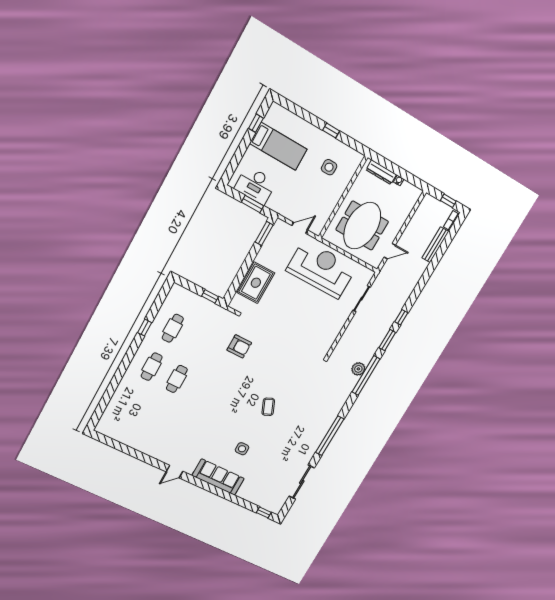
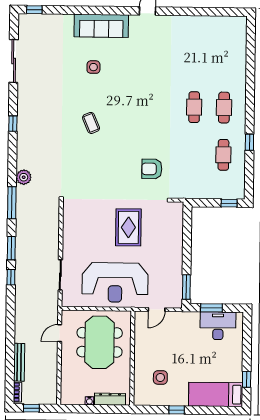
bed: (278, 146) -> (216, 394), moved
rug: (256, 283) -> (128, 227), moved
window: (210, 296) -> (229, 203), moved
plant: (358, 369) -> (24, 177), moved
window: (366, 375) -> (12, 203), width x0.68
window: (330, 436) -> (13, 124), width x0.32

